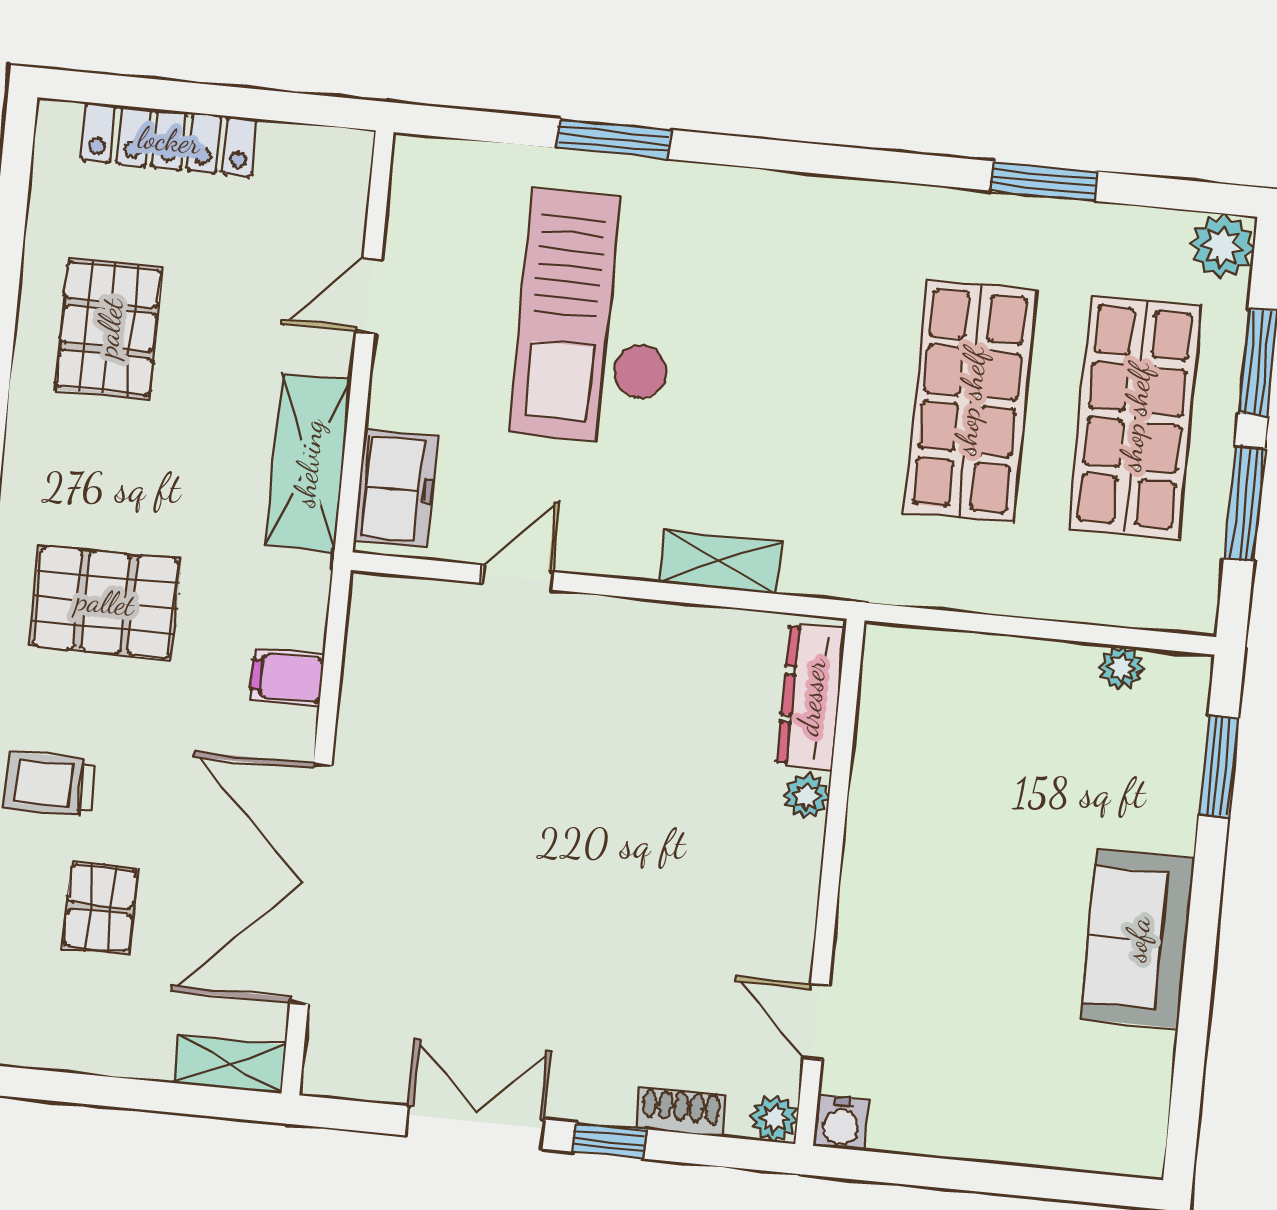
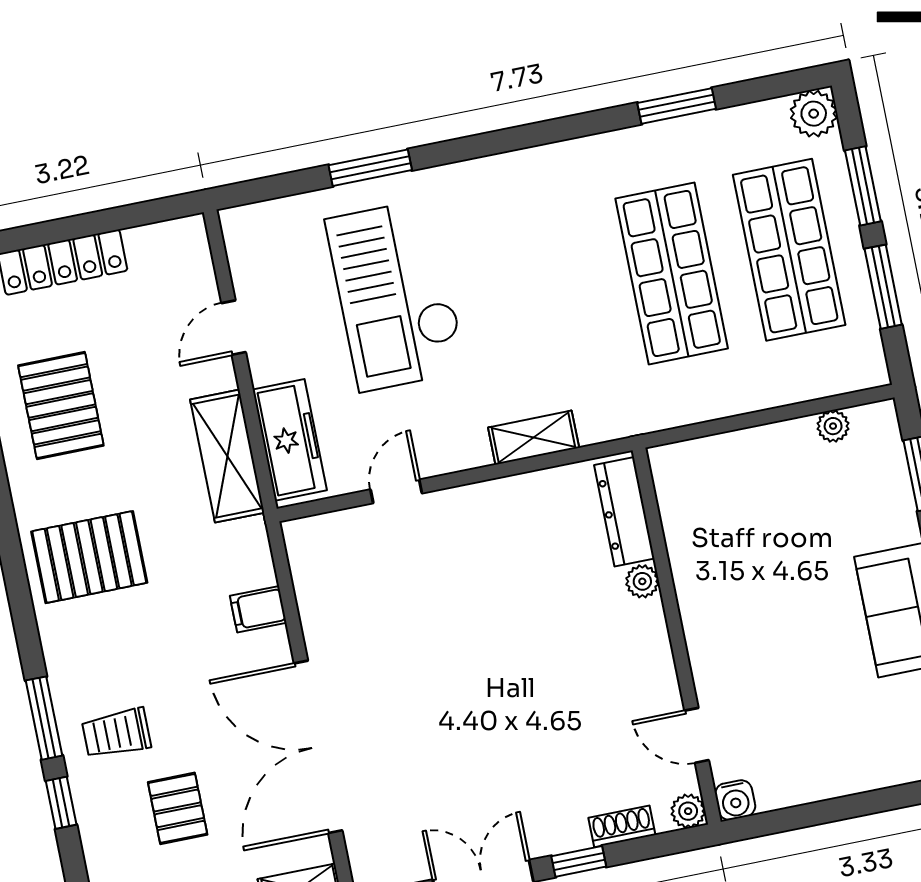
freezer: (395, 489) -> (290, 440), width x1.40
pallet: (105, 602) -> (89, 557), moved

